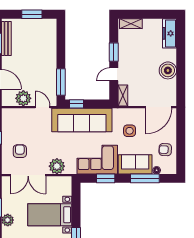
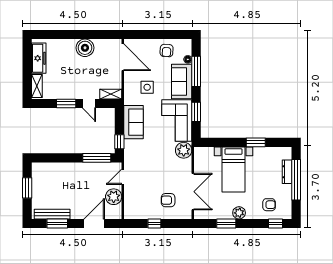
freezer: (170, 33) -> (39, 58), moved, turned -90
sofa: (82, 120) -> (133, 122), width x0.54, depth x0.79
plant: (57, 166) -> (184, 150), moved

